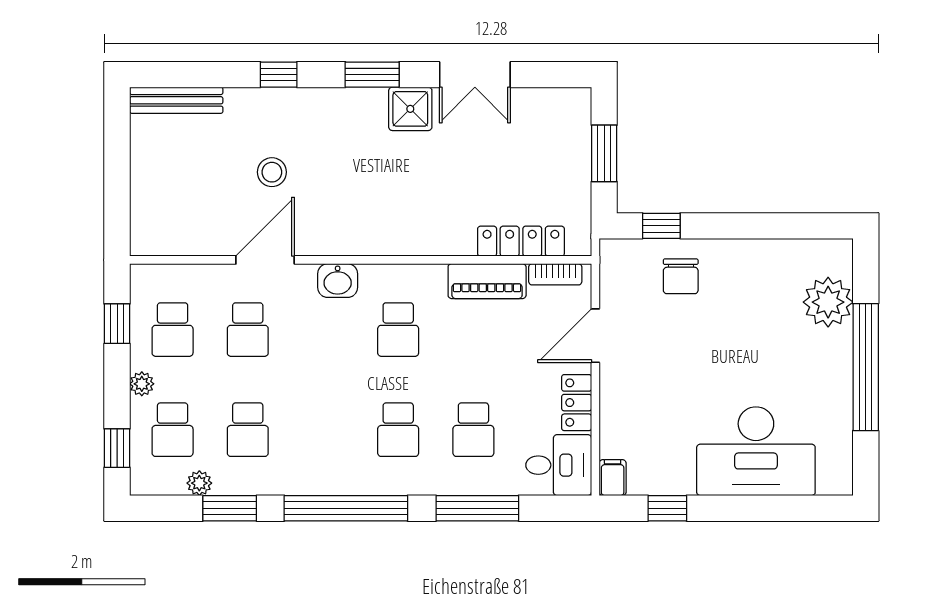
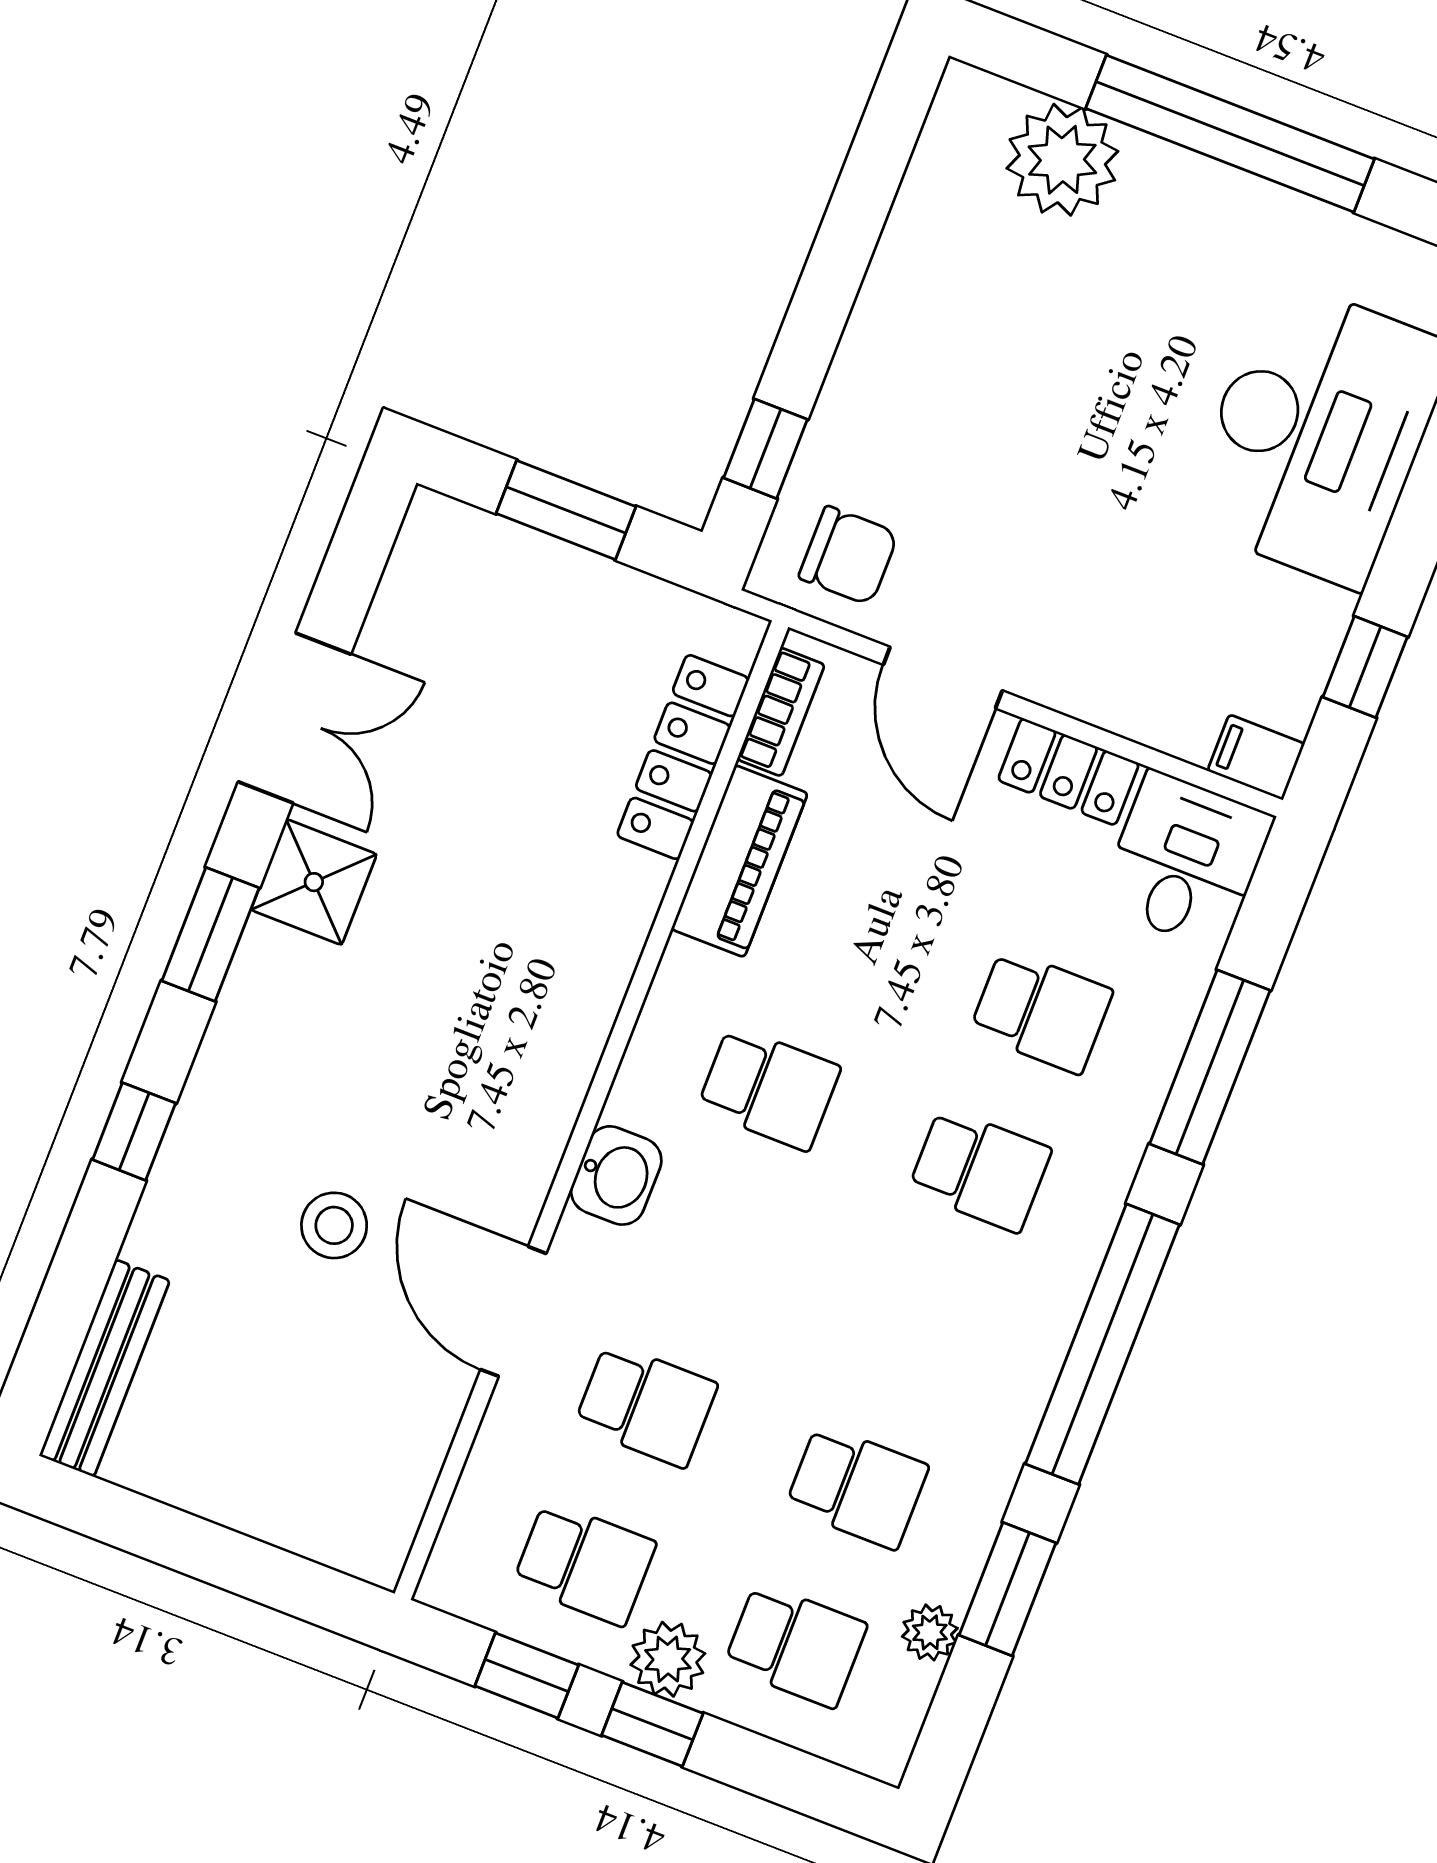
chair: (681, 276) -> (848, 556), moved
plant: (142, 384) -> (668, 1659), width x1.38, depth x1.38
window: (117, 448) -> (652, 1724), moved

